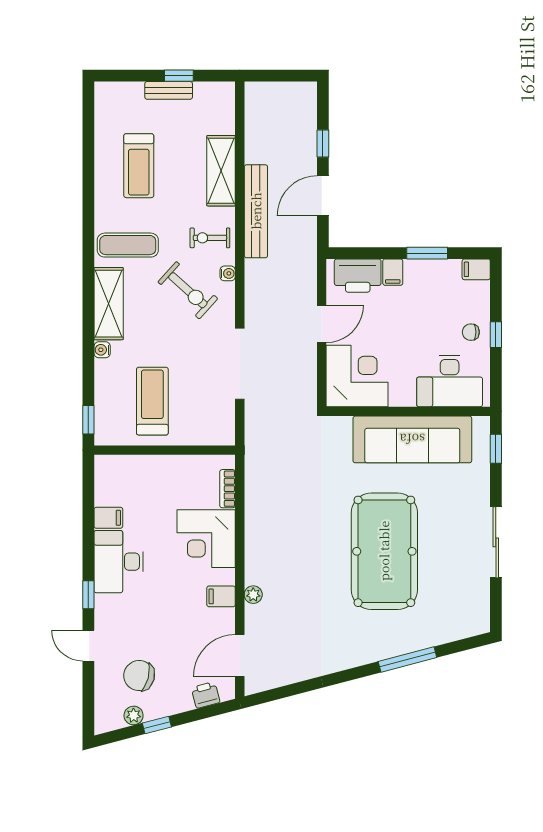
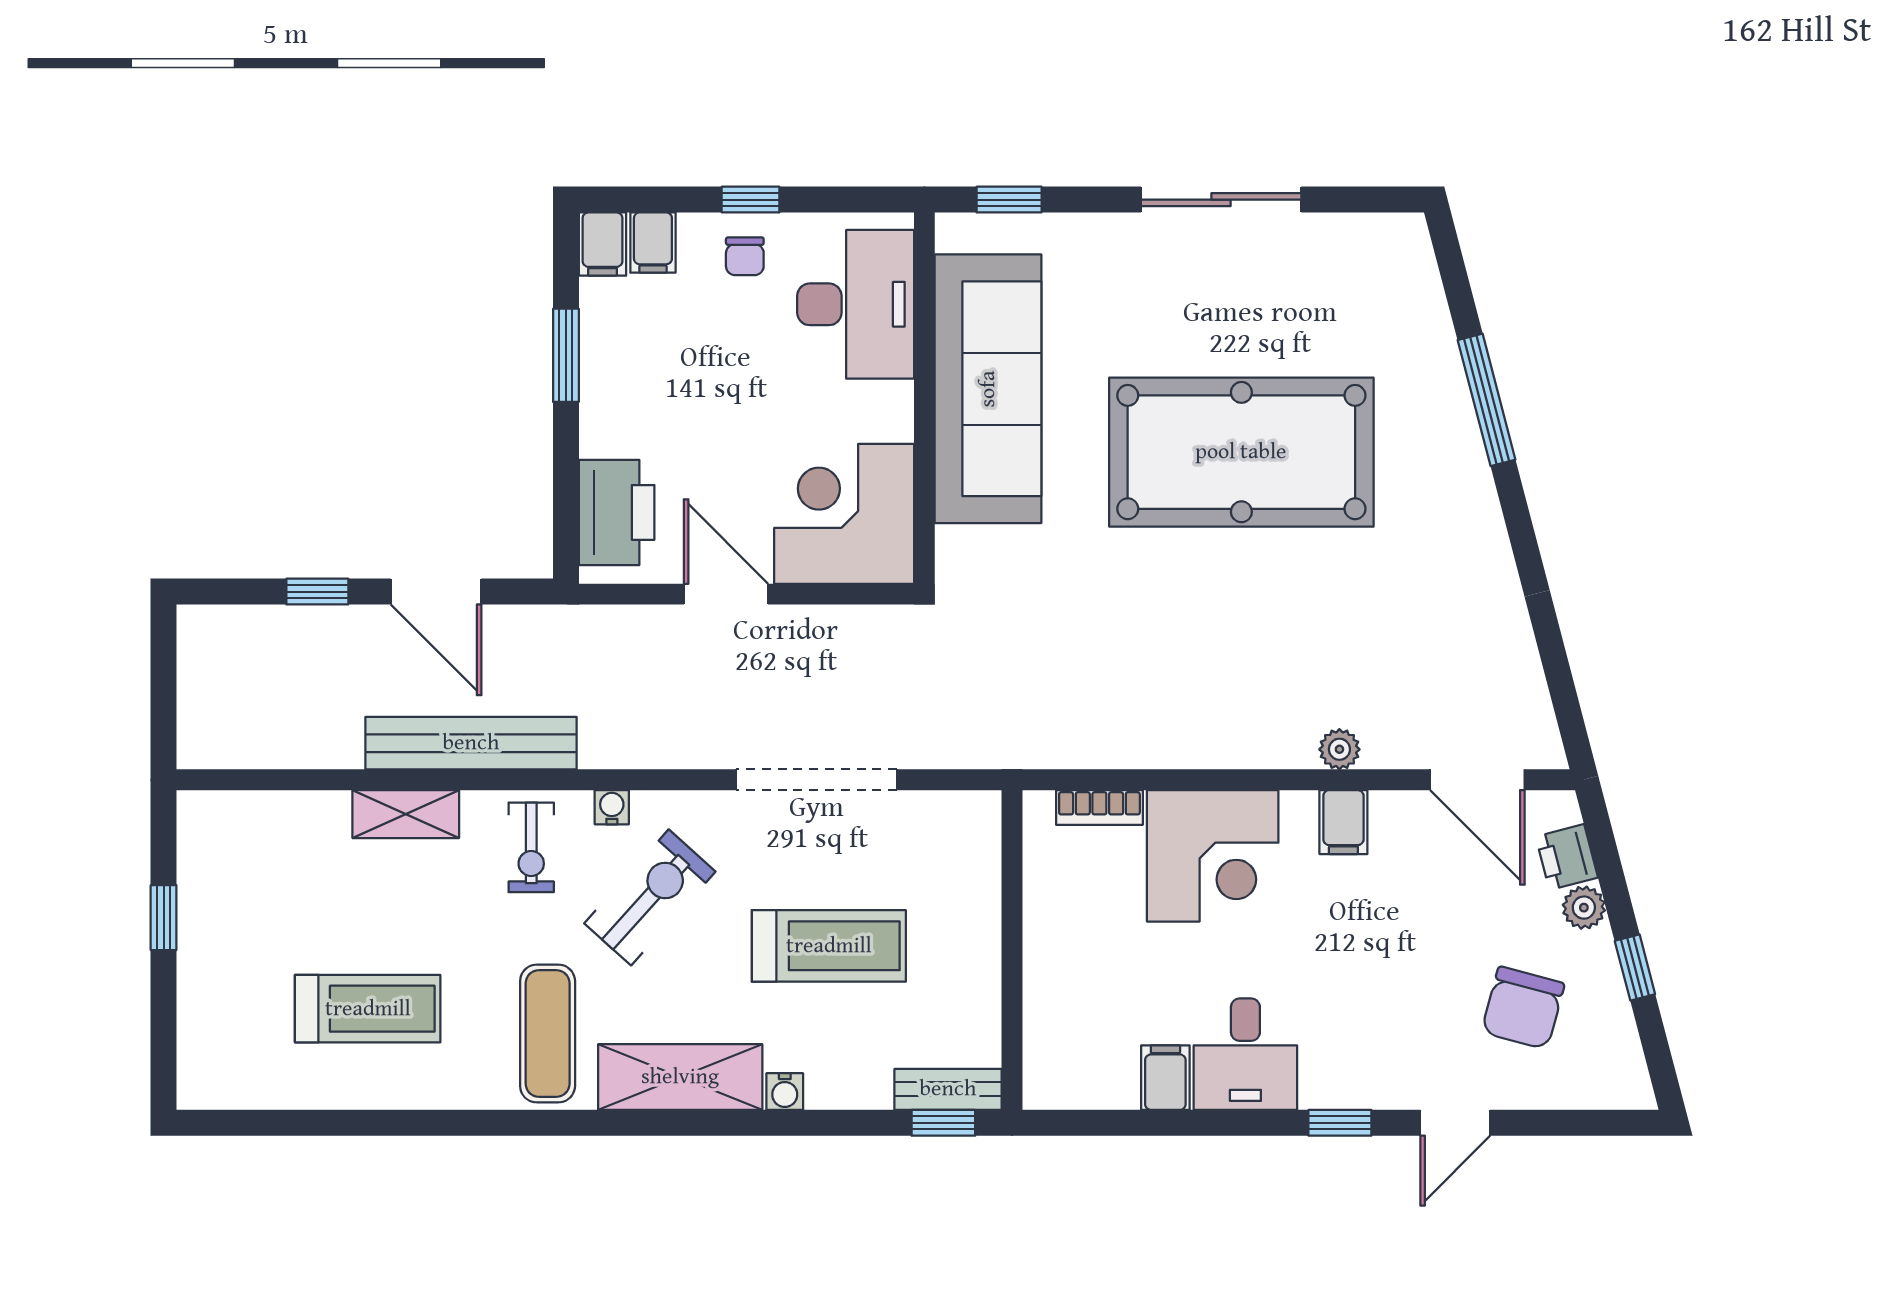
bench: (169, 90) -> (948, 1089), moved, turned 90
shelving: (221, 171) -> (406, 814), width x0.67, depth x0.75
filing cabinet: (393, 272) -> (653, 243), moved, turned 90
treadmill: (152, 401) -> (829, 946), moved, turned 180
desk: (119, 562) -> (1245, 1054), width x0.73
plant: (134, 715) -> (1584, 908), moved

